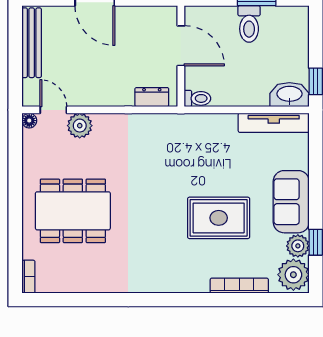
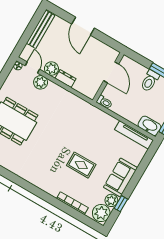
plant: (84, 94) -> (51, 69), added
dresser: (152, 97) -> (65, 79), moved
rug: (219, 218) -> (81, 165), width x0.73, depth x0.70

